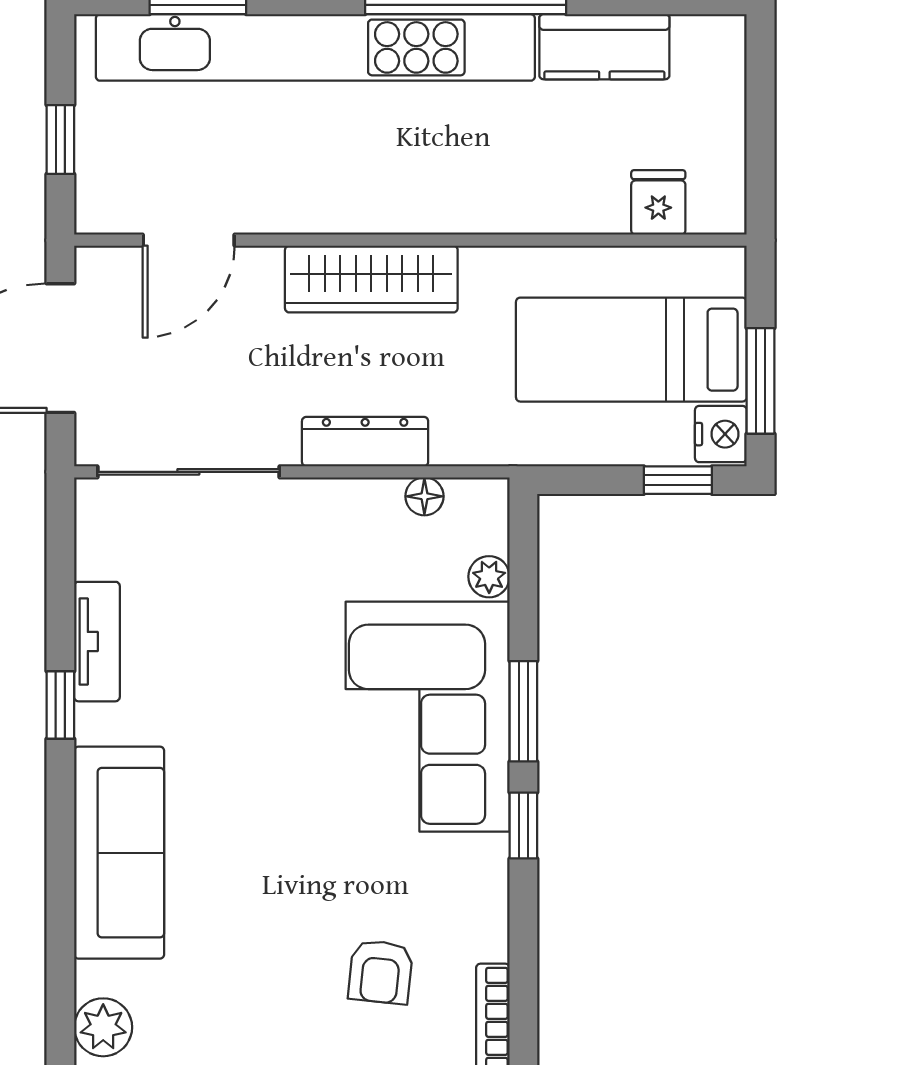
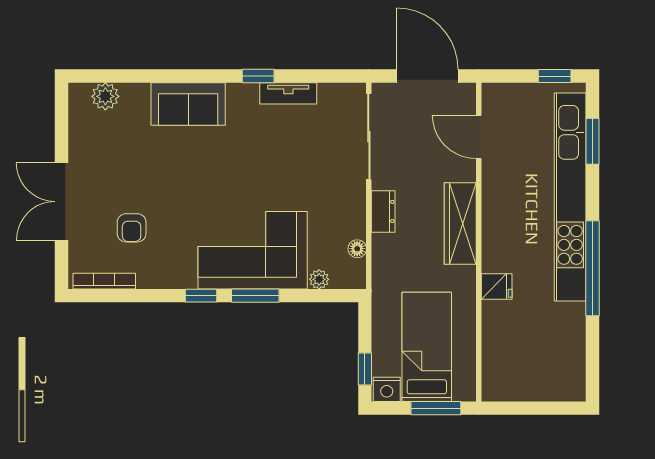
kitchen counter: (604, 47) -> (570, 334), removed
window: (60, 139) -> (555, 76), moved
fridge: (658, 202) -> (497, 287), moved
window: (761, 381) -> (436, 408), moved
dresser: (365, 442) -> (383, 211), width x0.70
sofa: (119, 853) -> (188, 104), width x0.73
armchair: (380, 972) -> (132, 228), turned -96

